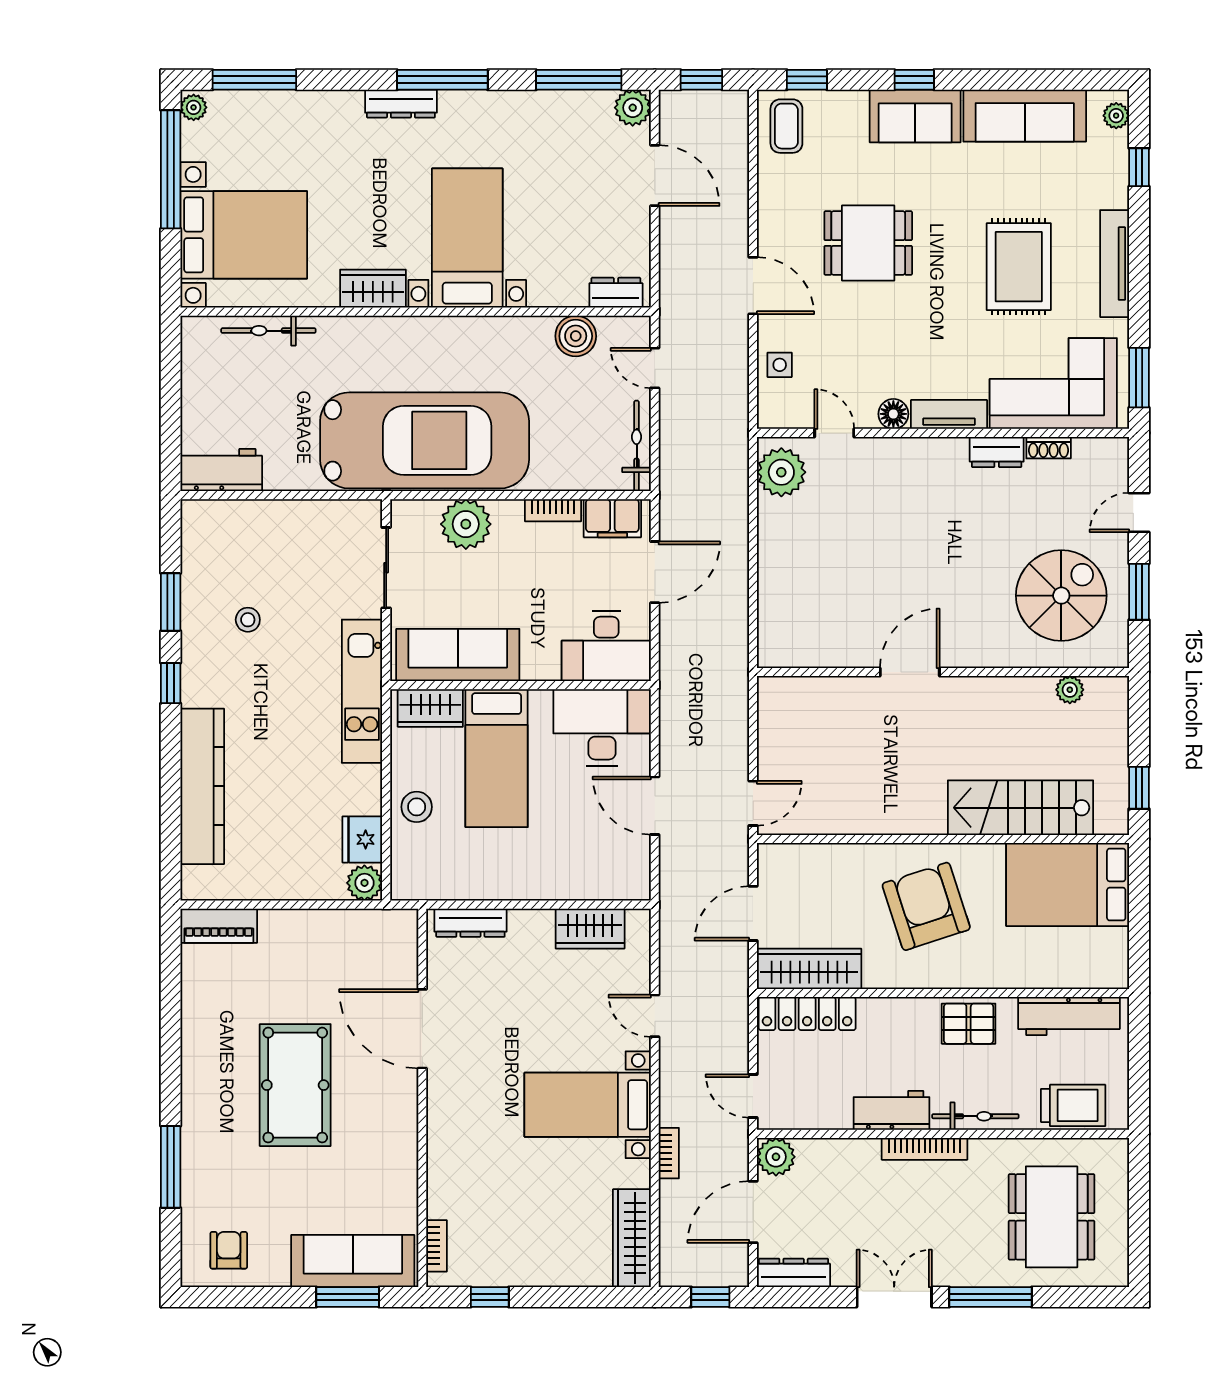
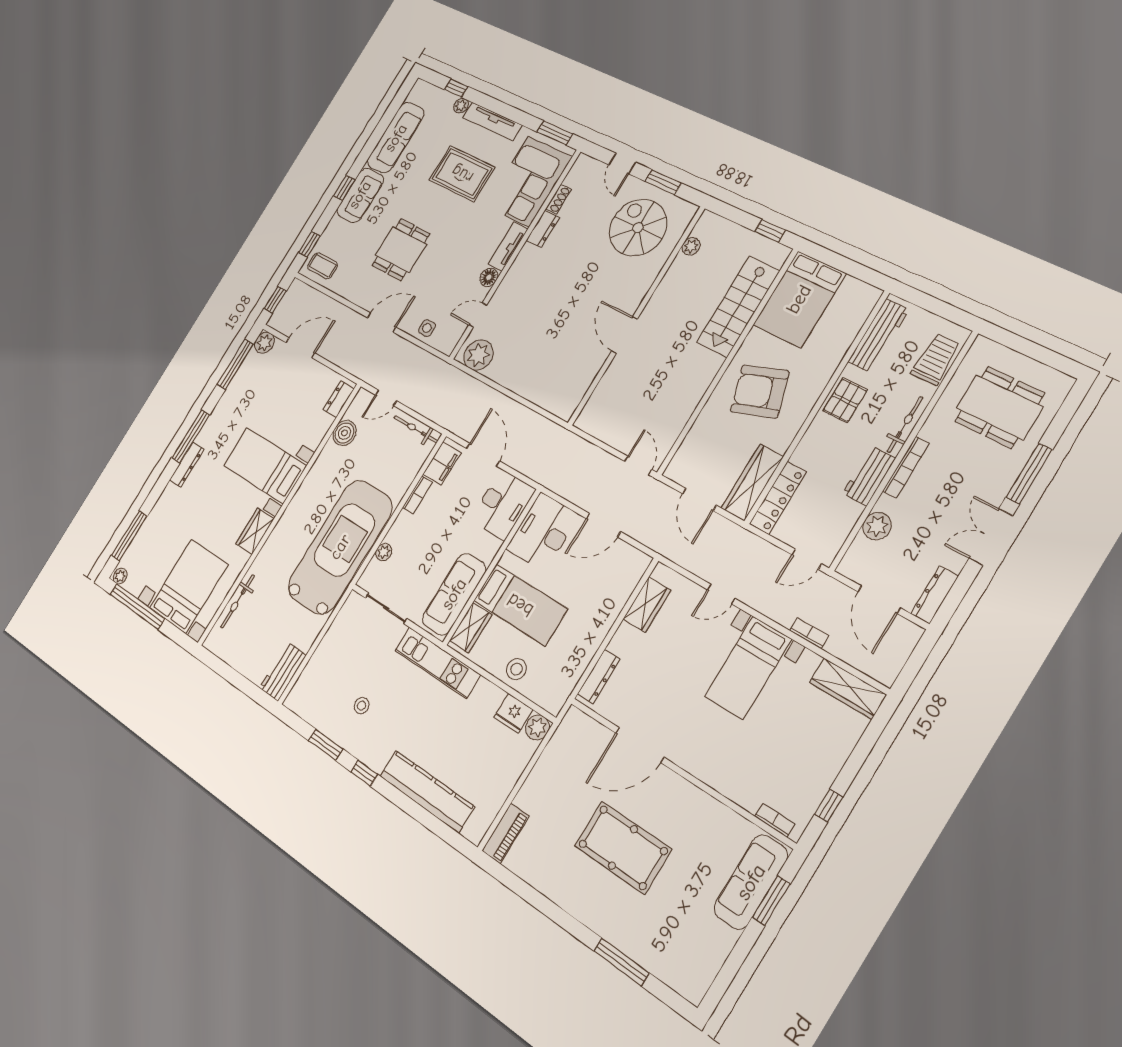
plant: (1116, 116) -> (461, 106), moved
plant: (466, 524) -> (384, 552), width x0.53, depth x0.53
plant: (776, 1157) -> (877, 526), moved
armchair: (229, 1250) -> (694, 960), removed
window: (710, 1297) -> (917, 659), removed

